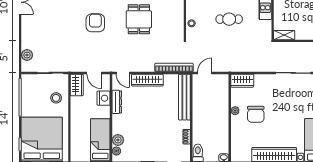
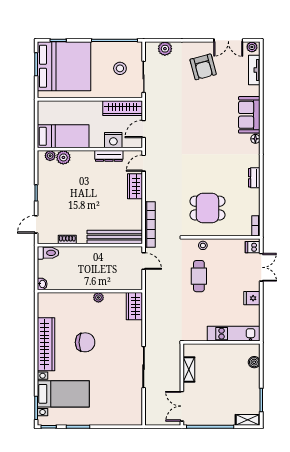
dining table: (139, 19) -> (207, 208), moved
cafe table: (229, 19) -> (199, 276), moved
armchair: (95, 23) -> (203, 67), moved, turned 75
shelving: (284, 35) -> (189, 370), moved
wardrobe: (147, 80) -> (135, 186), width x0.67
wardrobe: (77, 85) -> (123, 108), width x1.50
stool: (56, 98) -> (120, 68), moved
chair: (256, 114) -> (85, 342), moved, turned 180

